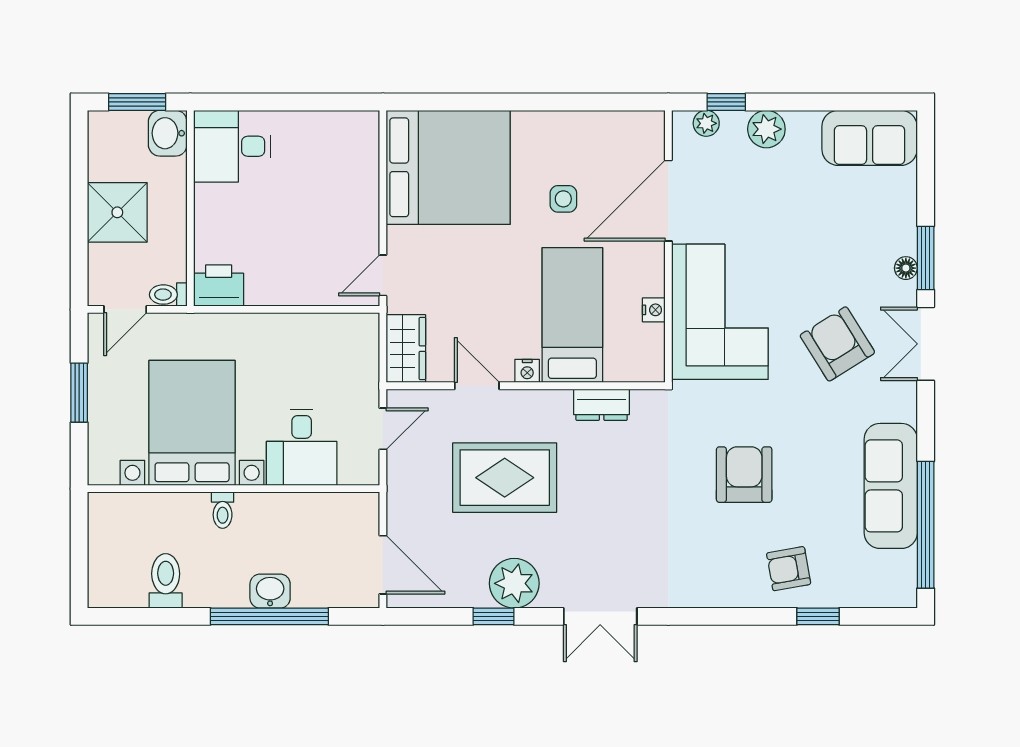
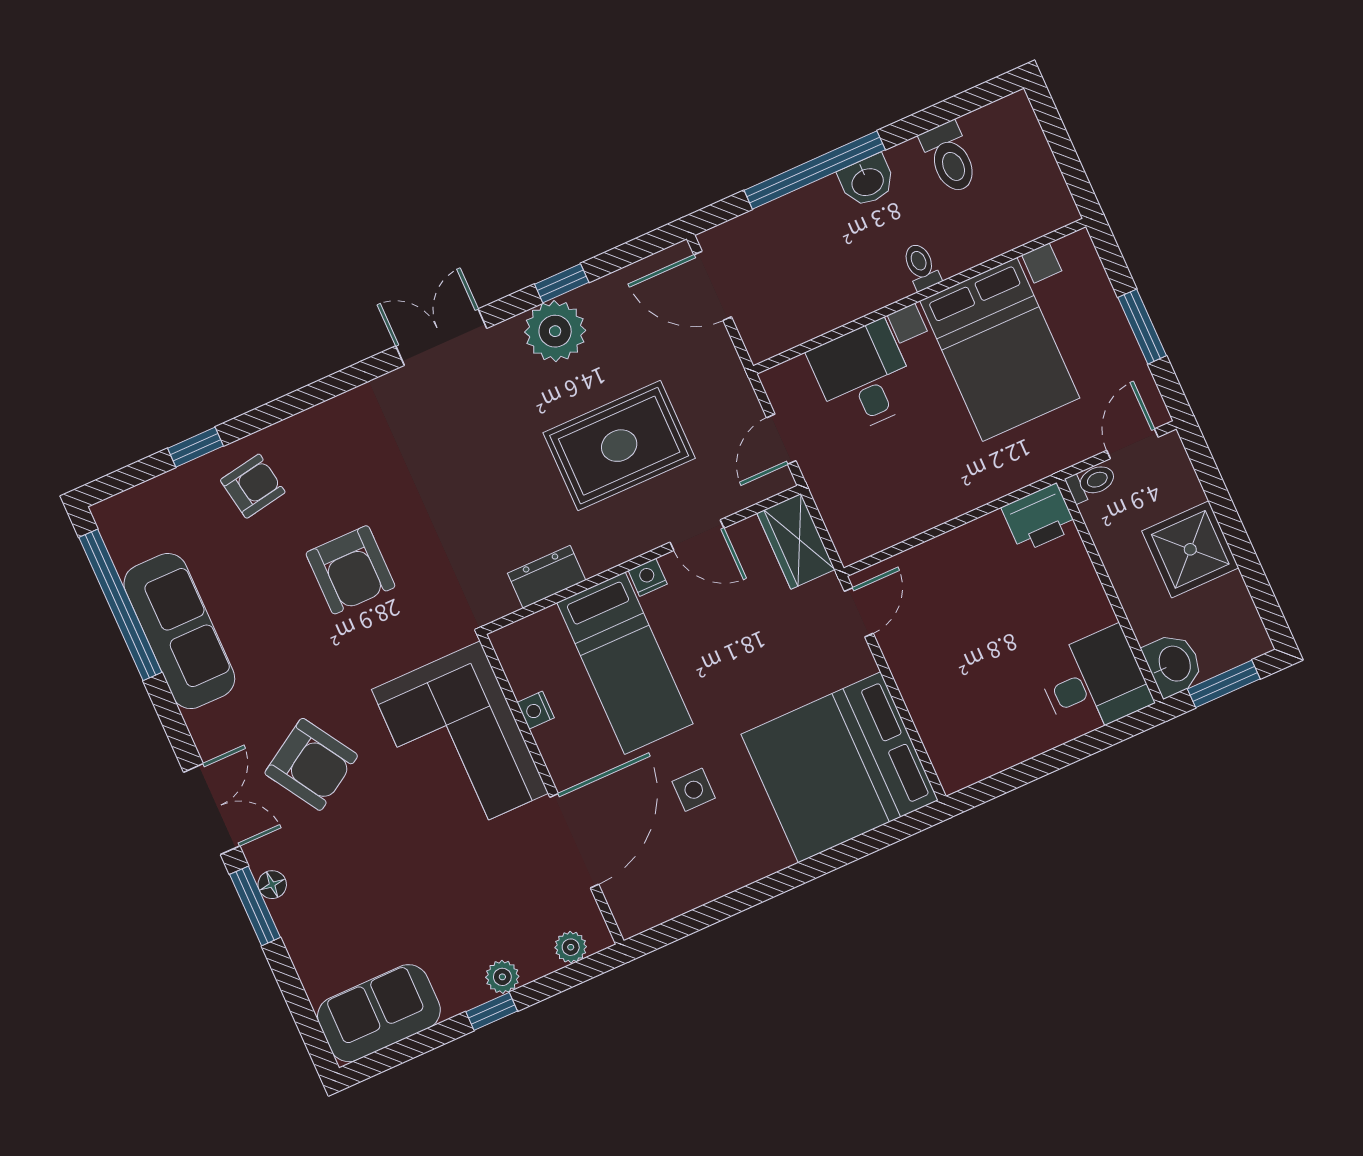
window: (726, 102) -> (492, 1011), moved
plant: (766, 129) -> (502, 977), width x0.73, depth x0.73
washbasin: (270, 591) -> (867, 181), moved

